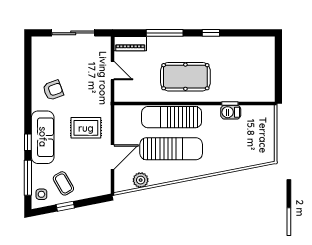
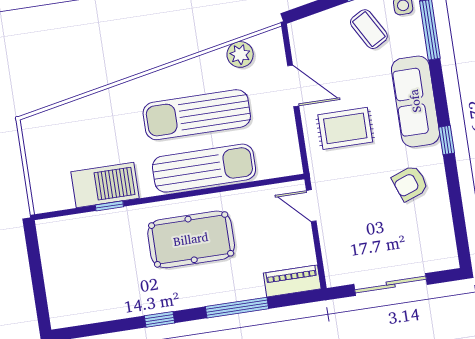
door: (112, 71) -> (311, 206), moved
barbecue: (231, 112) -> (105, 185), width x1.88, depth x1.53
window: (28, 142) -> (447, 140), moved
door: (112, 157) -> (293, 86), swing flipped

